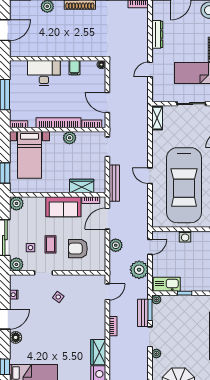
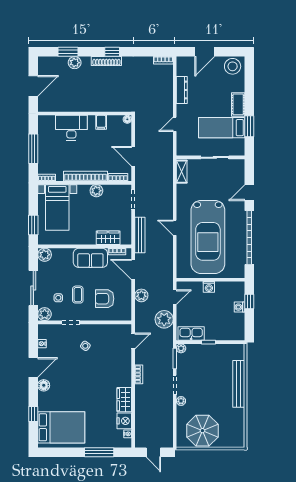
door: (107, 219) -> (133, 269), hinge flipped
bench: (143, 313) -> (168, 361), removed

